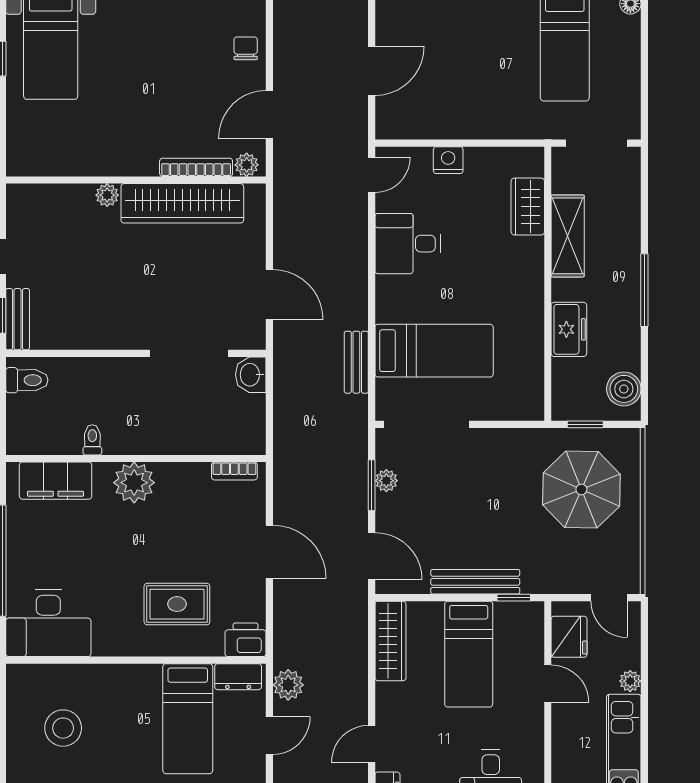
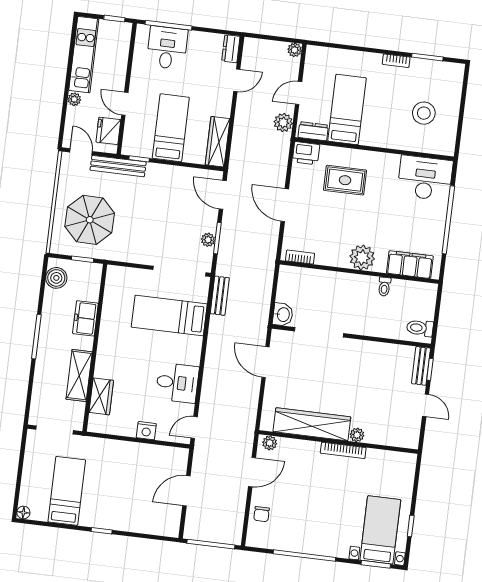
bookcase: (196, 167) -> (343, 450), moved
bench: (356, 362) -> (220, 296), moved
bench: (475, 582) -> (118, 166), moved

